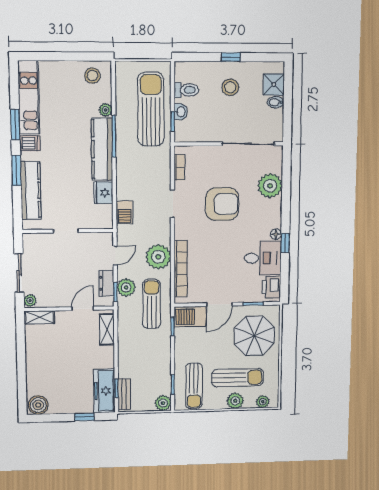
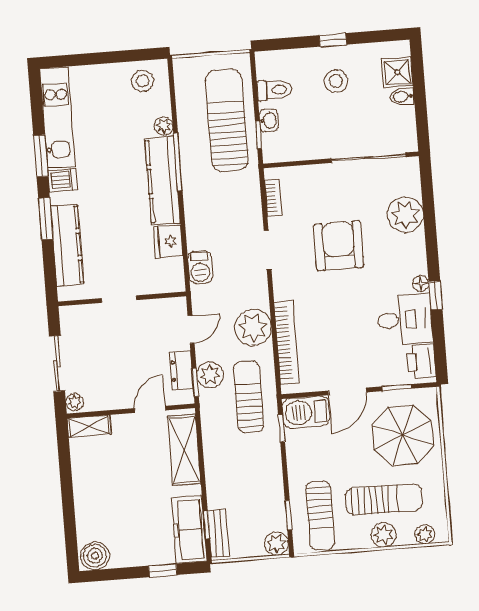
armchair: (222, 204) -> (339, 246), turned -90
shelving: (107, 329) -> (184, 450), width x1.50, depth x1.33

